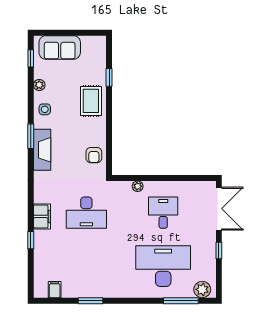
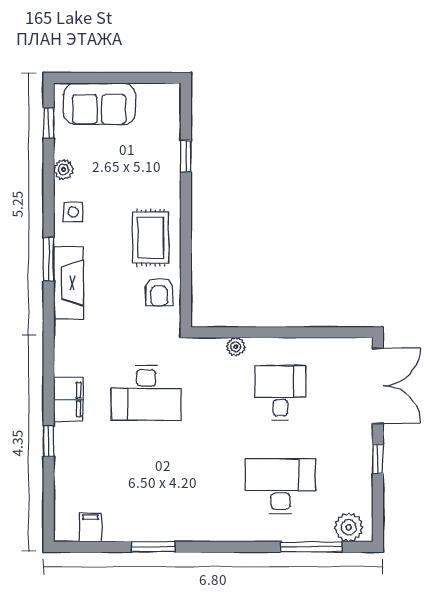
rug: (91, 101) -> (151, 238), moved
desk: (163, 266) -> (280, 486), width x0.73, depth x0.77

